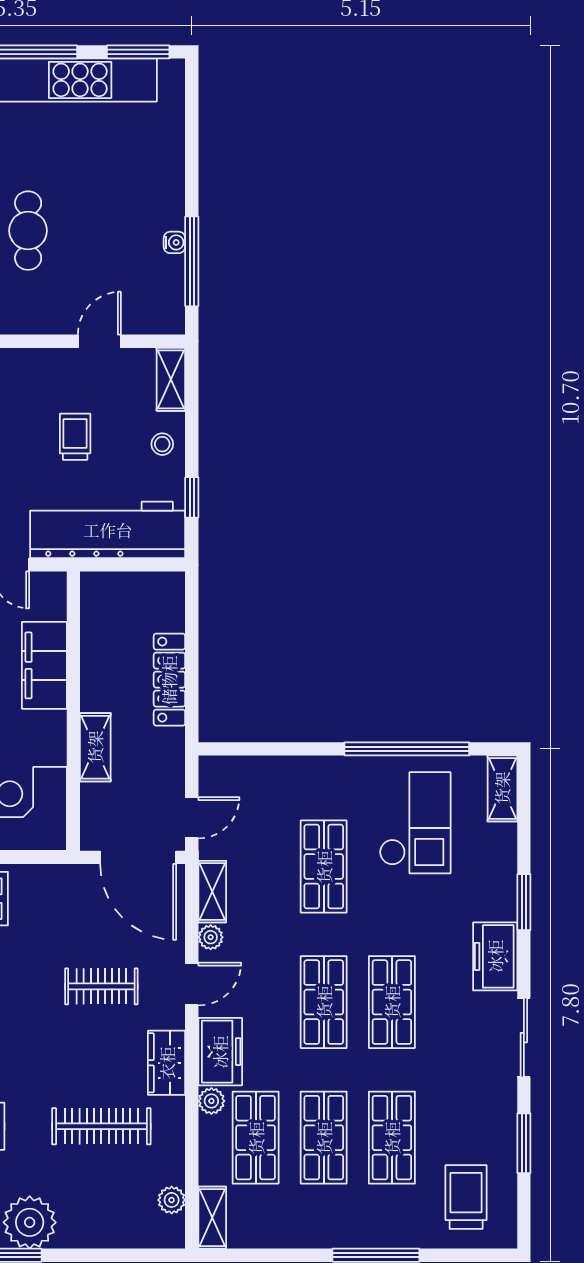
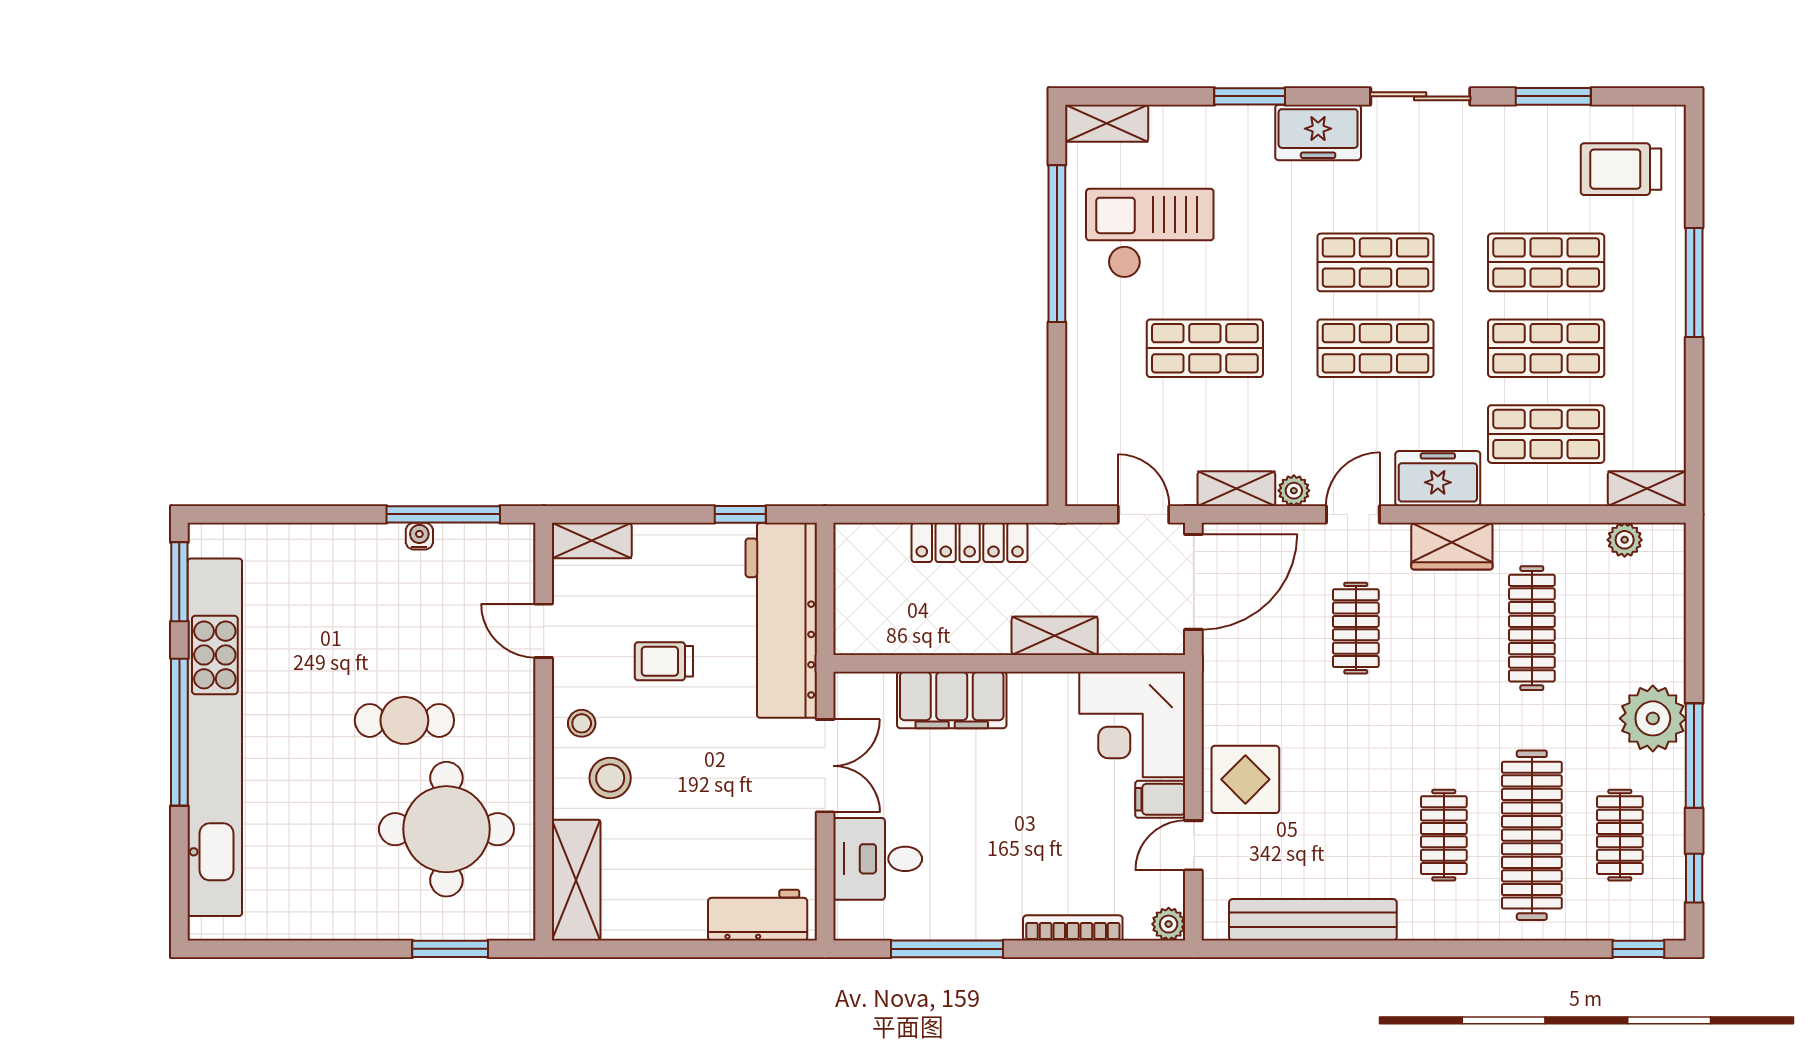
stool: (162, 444) -> (582, 723), moved
door: (192, 984) -> (1353, 514), hinge flipped
plant: (211, 1101) -> (1500, 490), removed

